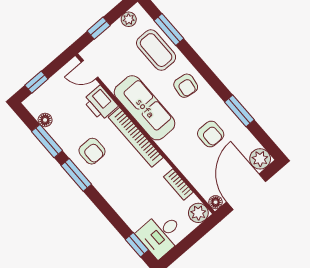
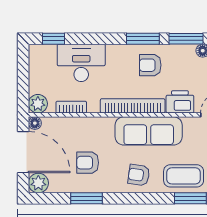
desk: (161, 234) -> (81, 63), moved, width x1.37

